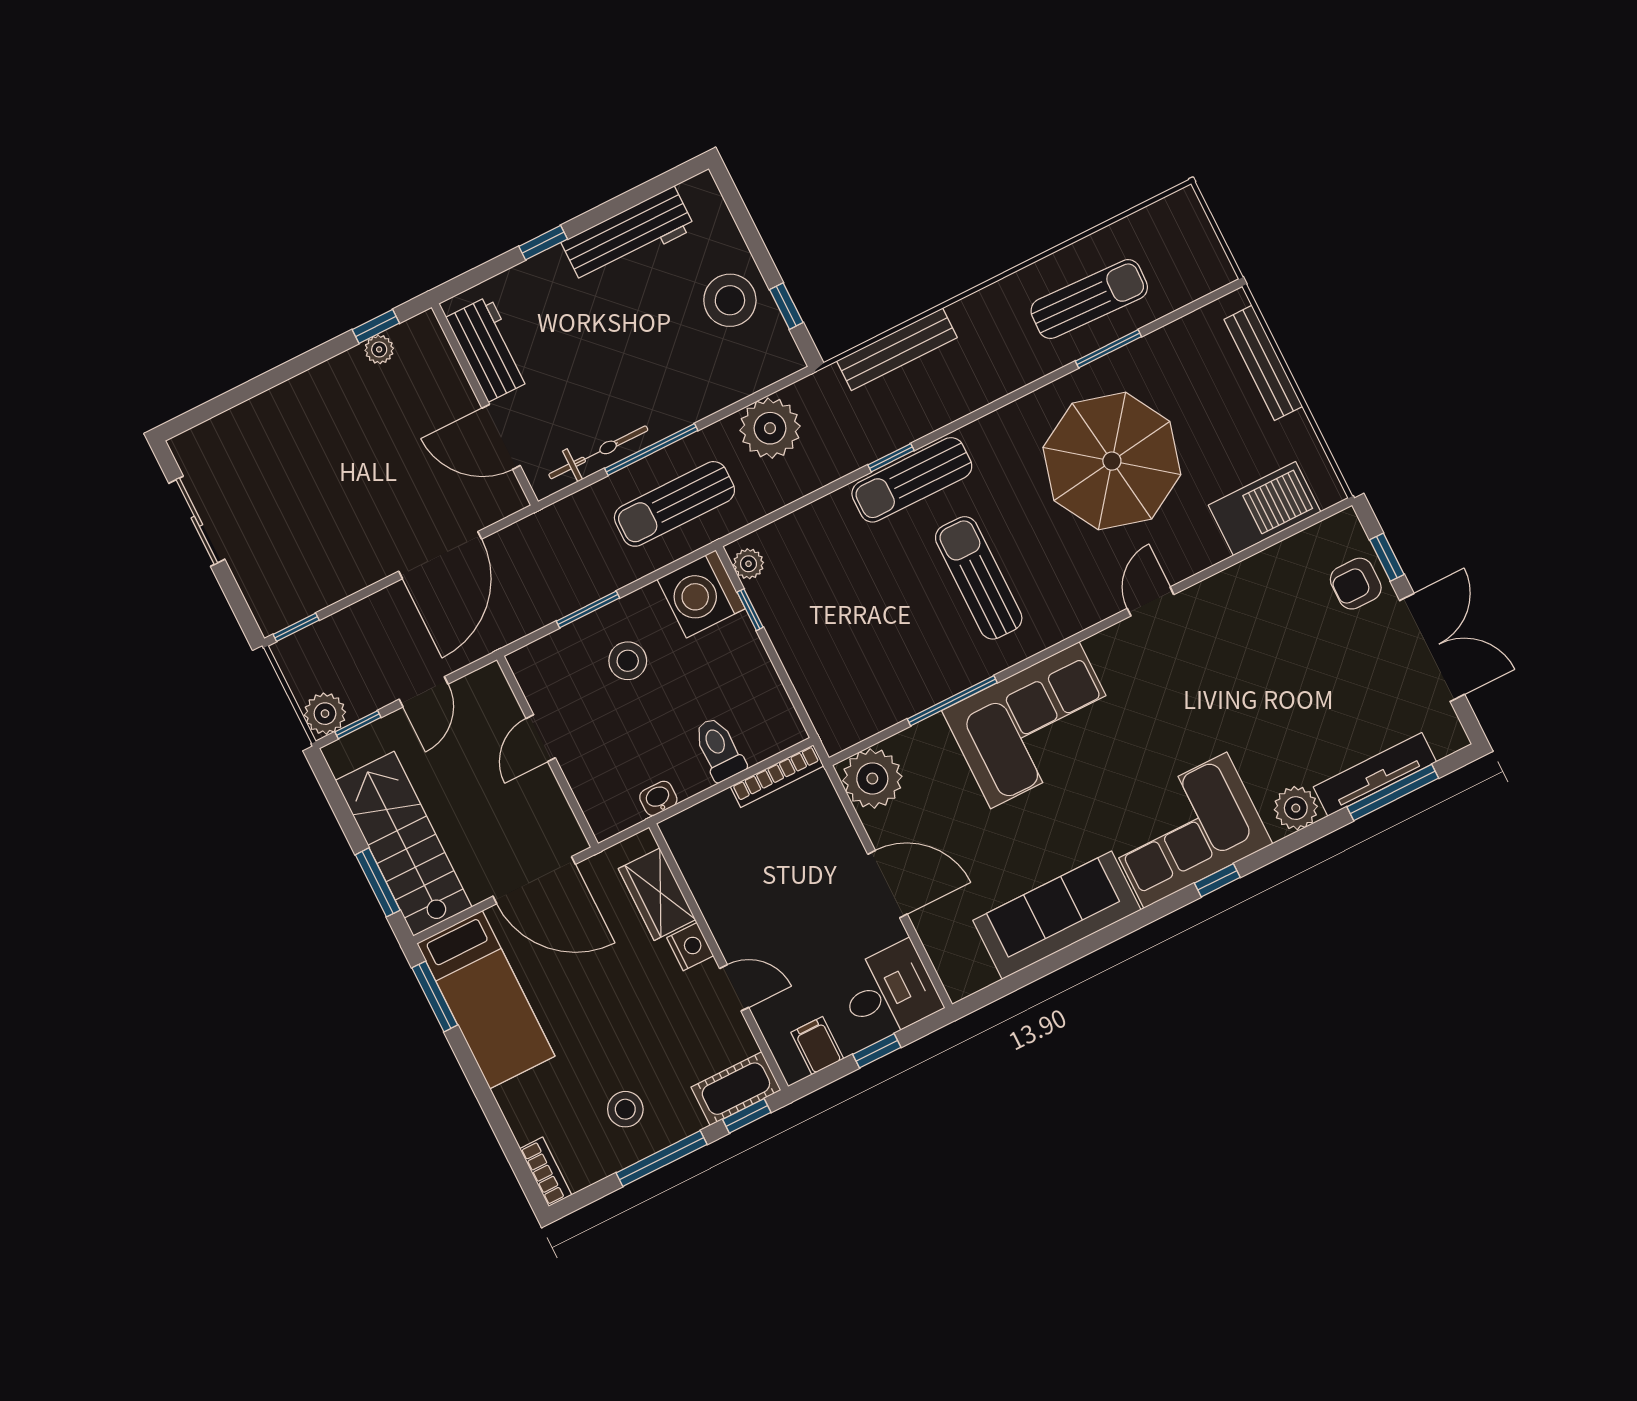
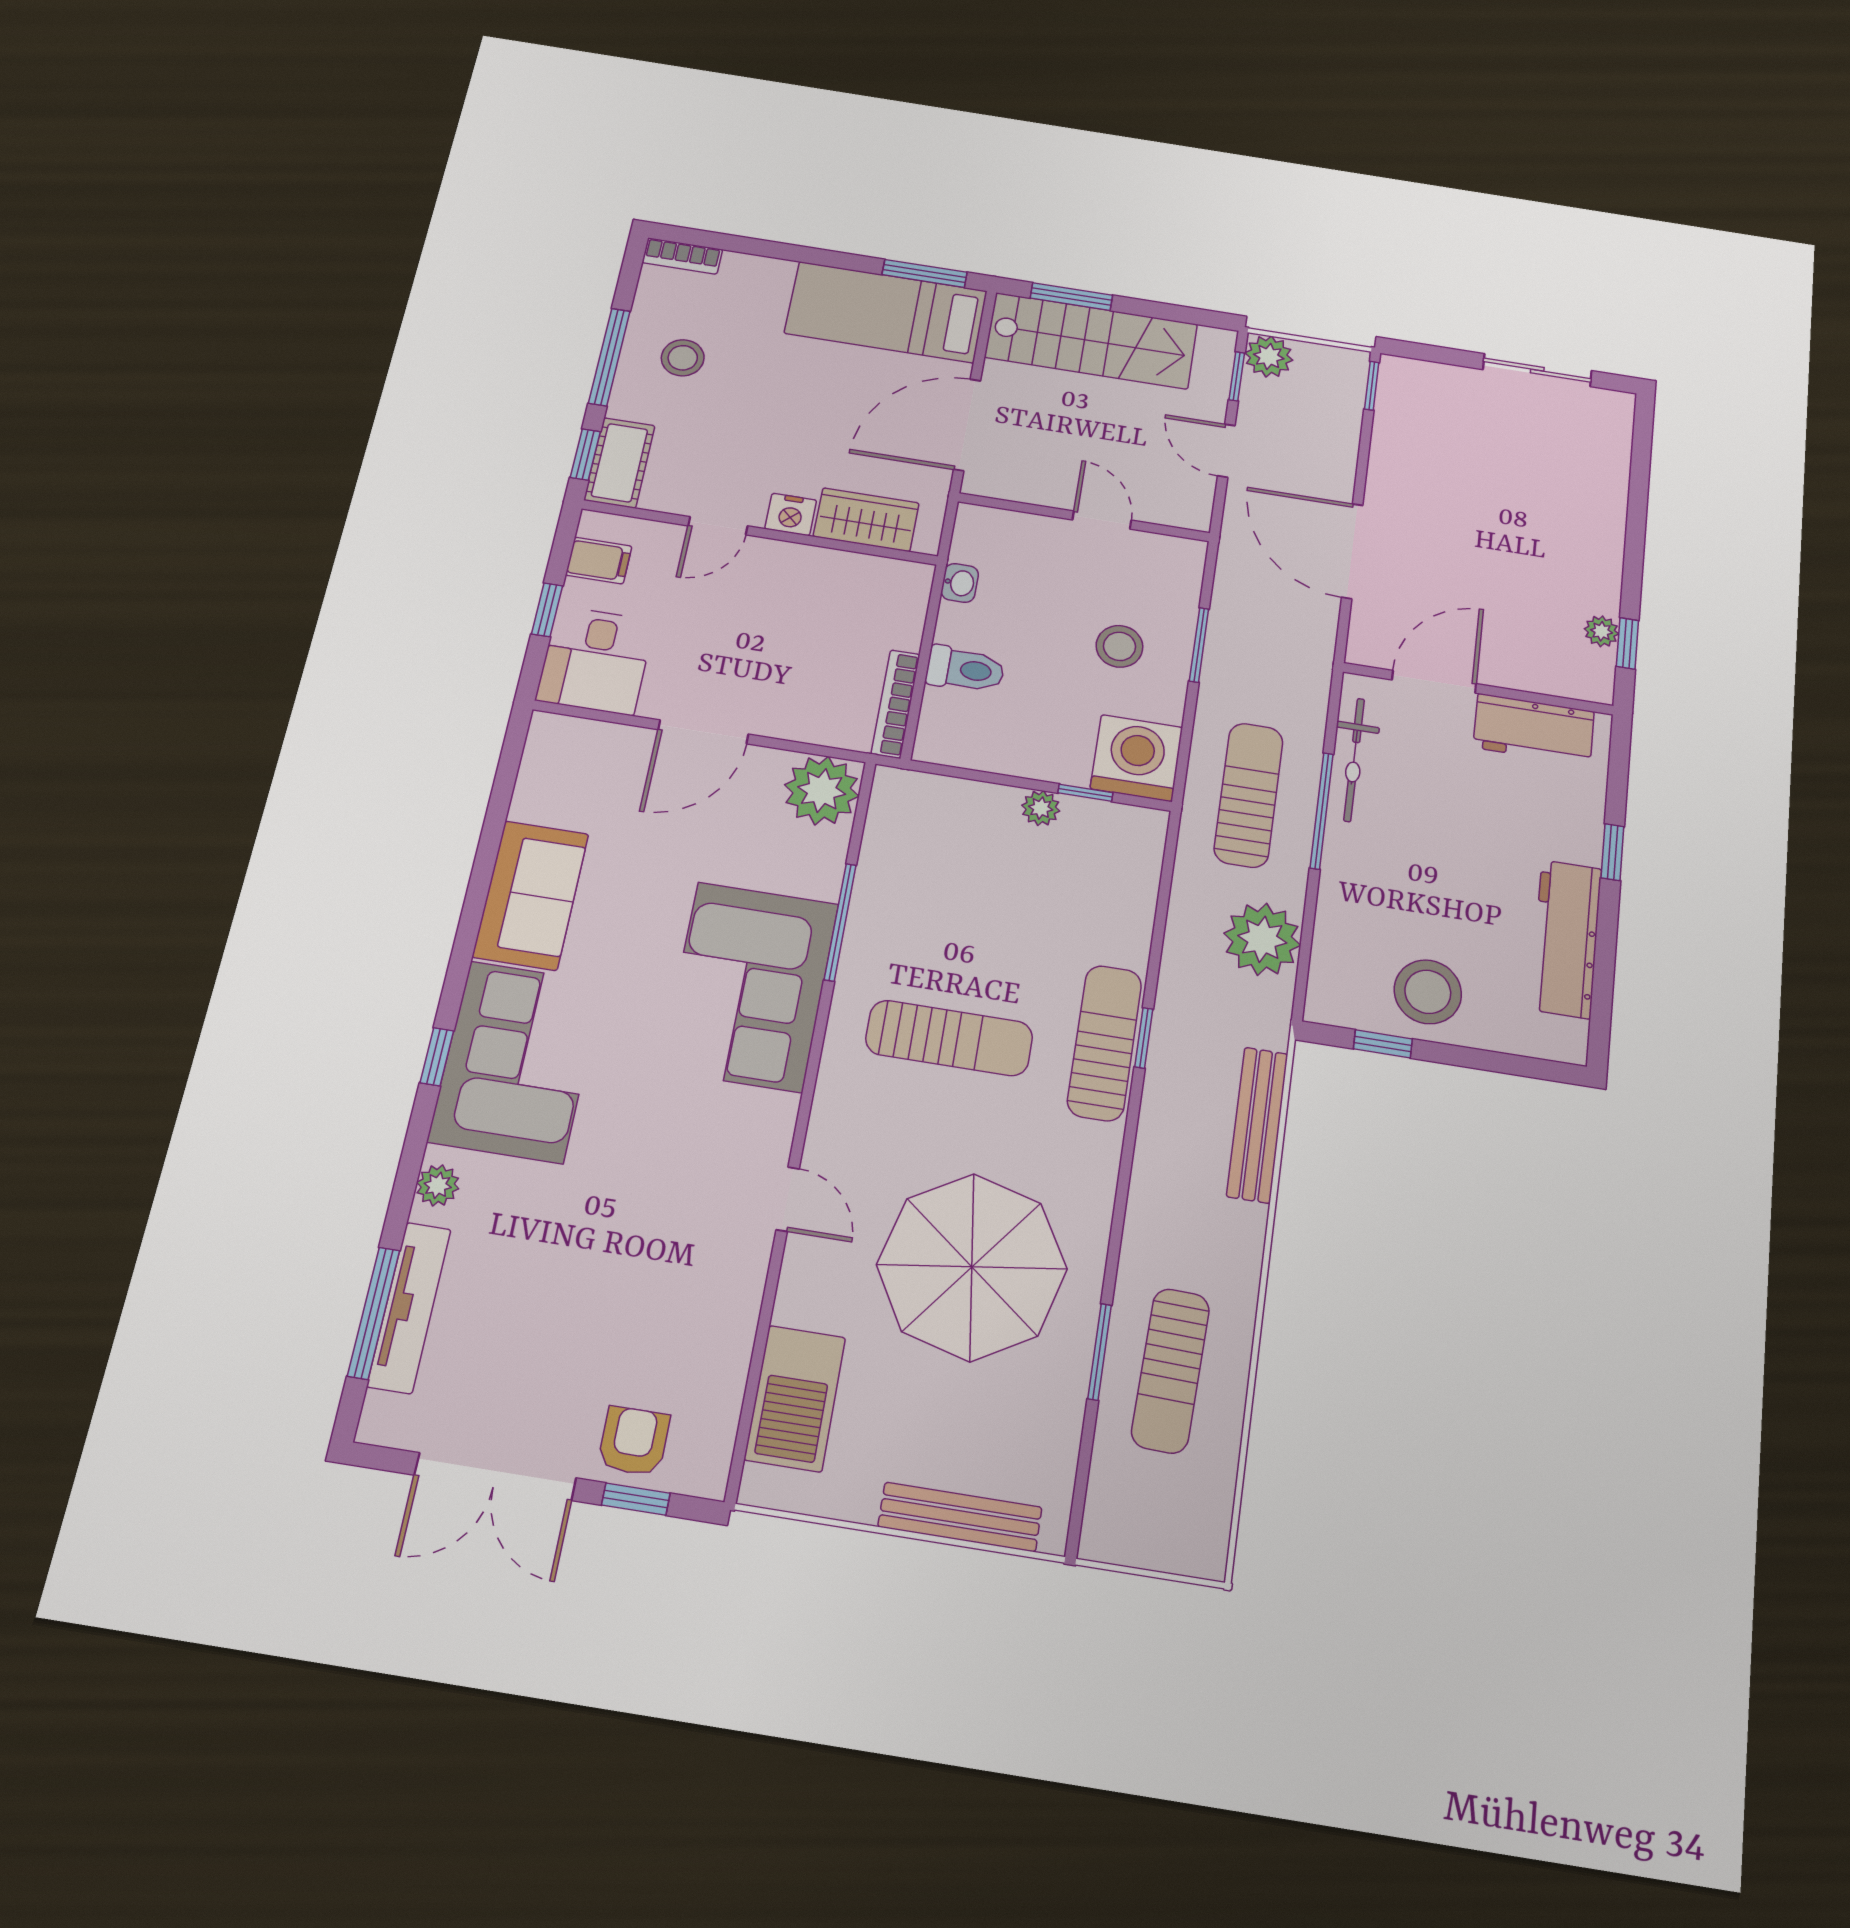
plant: (749, 564) -> (1041, 808), moved
plant: (1296, 808) -> (438, 1185), width x0.73, depth x0.73
sofa: (1057, 915) -> (531, 895), width x0.73

